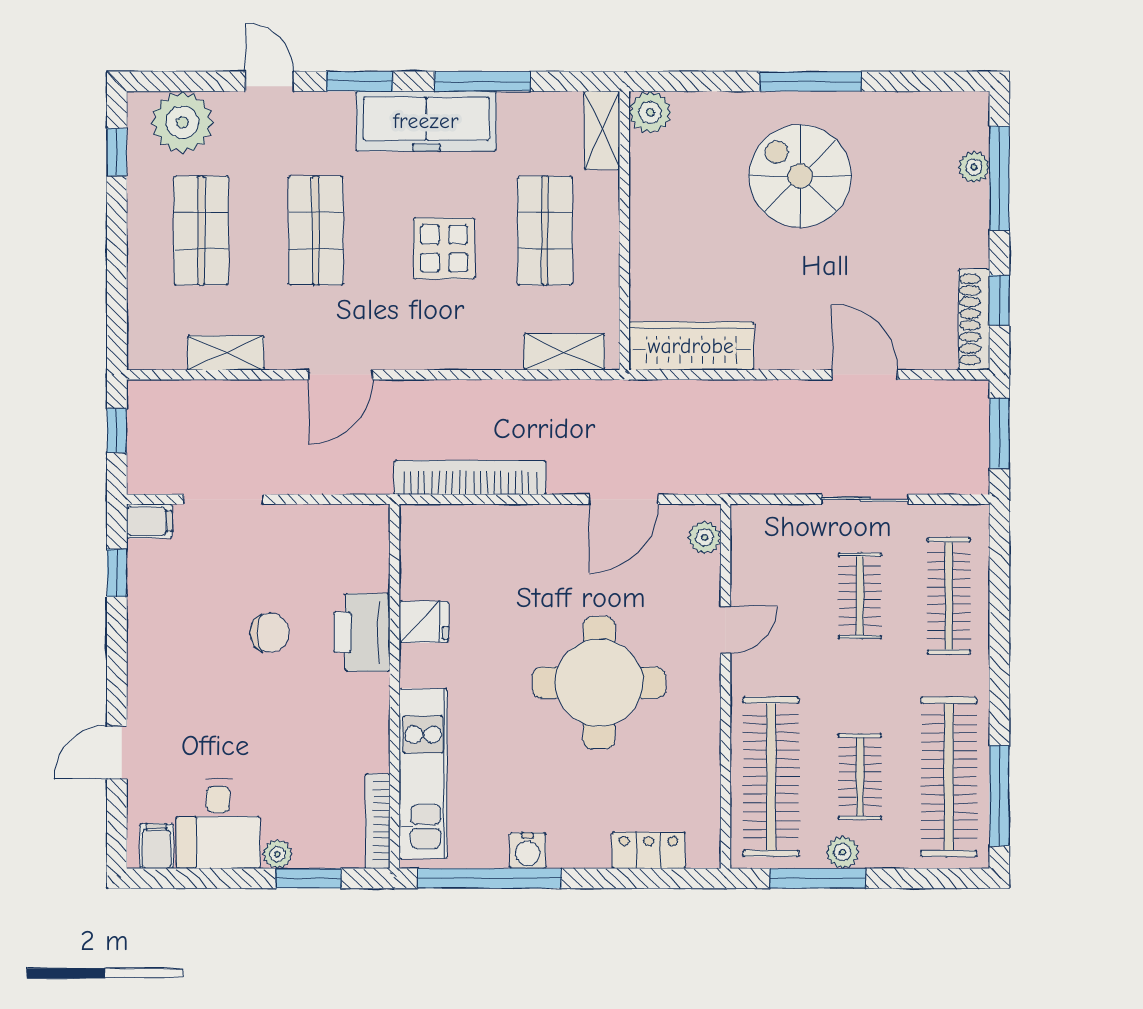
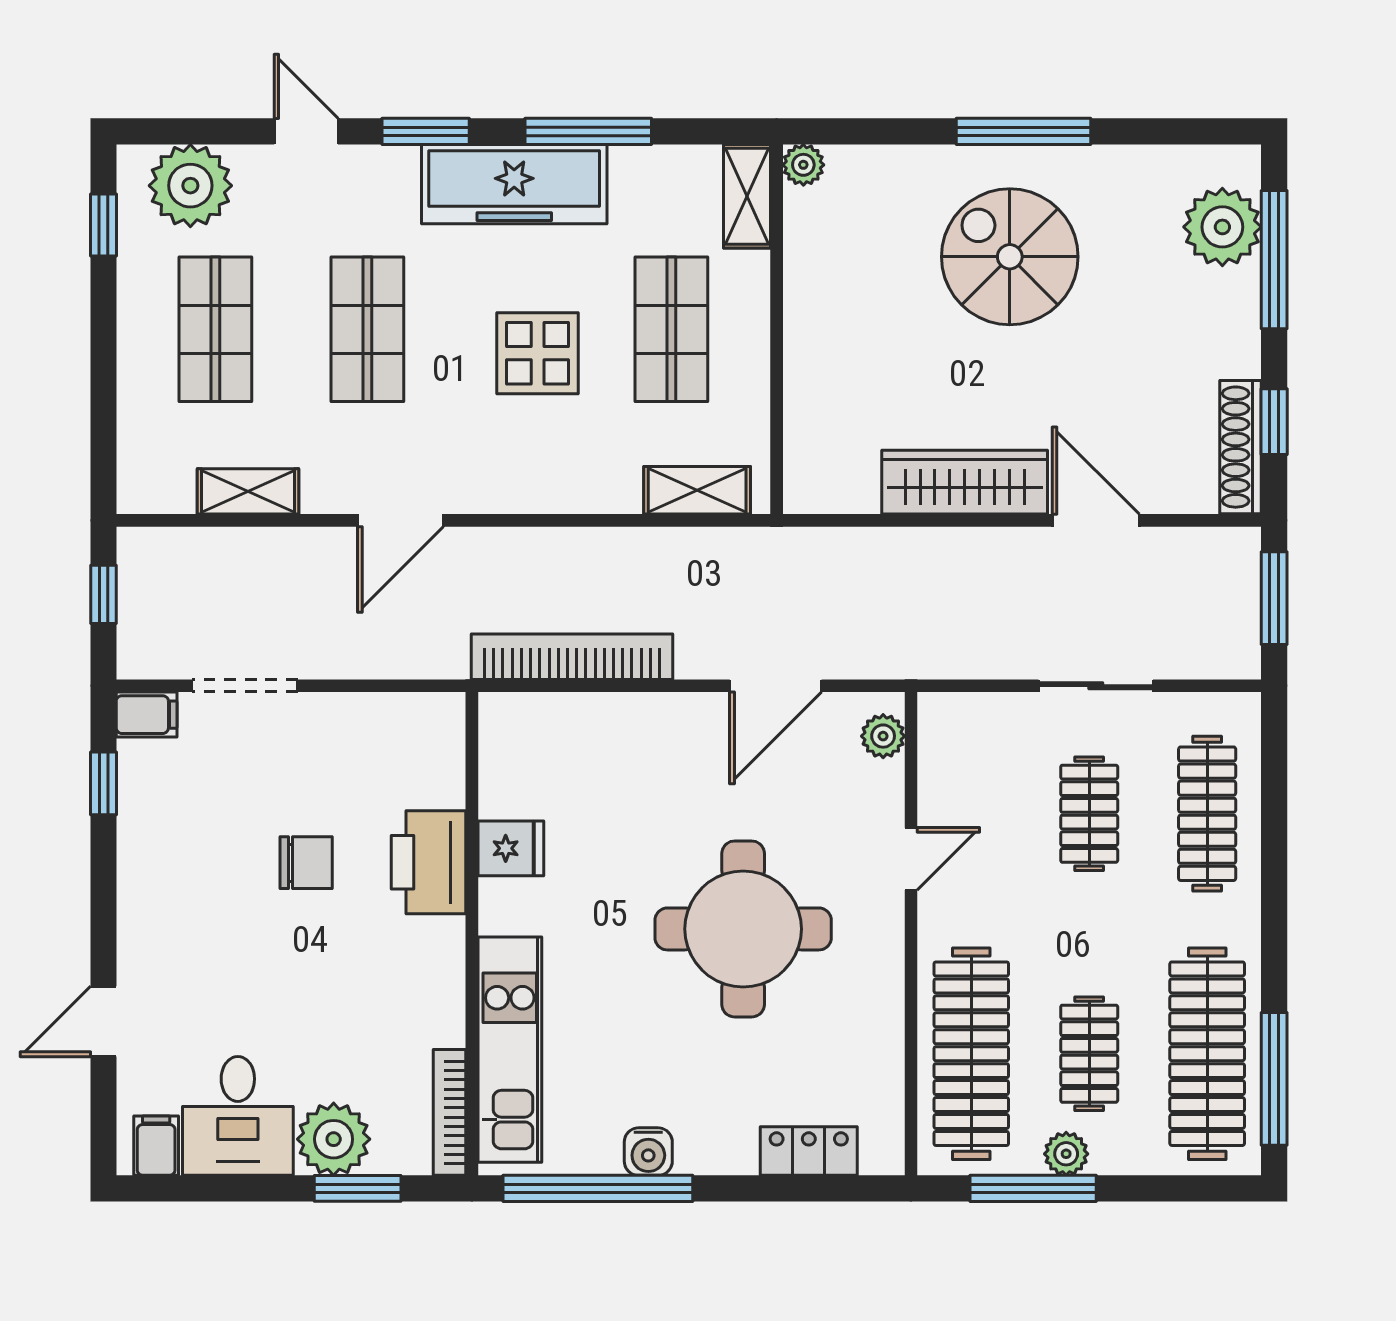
plant: (650, 112) -> (803, 165), width x0.73, depth x0.73
plant: (974, 167) -> (1222, 227), width x1.87, depth x1.87
wardrobe: (691, 346) -> (965, 482), moved
plant: (277, 854) -> (334, 1139), width x1.88, depth x1.88

